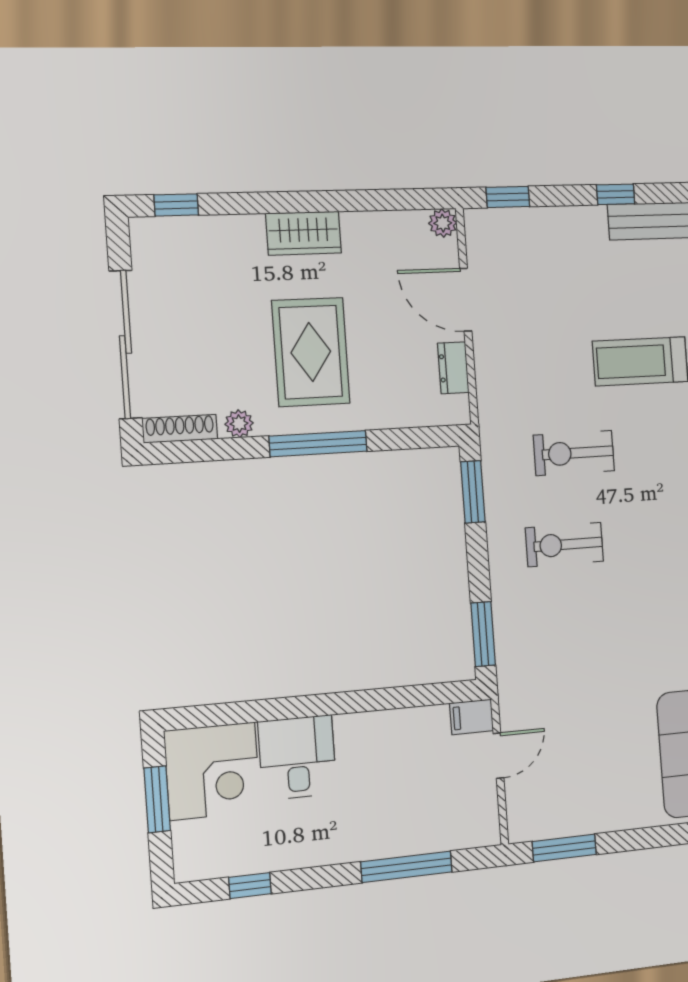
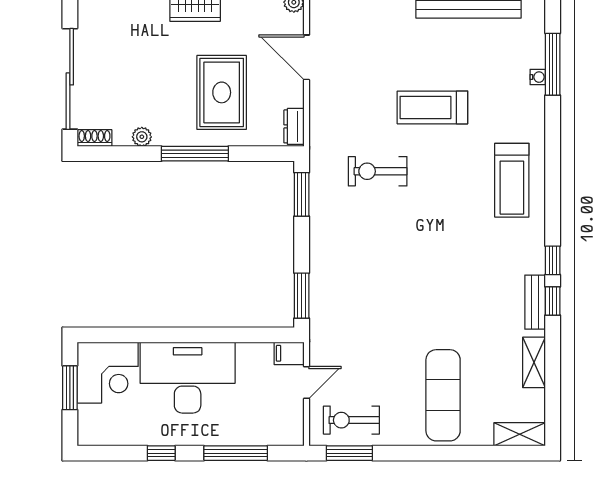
rug: (311, 352) -> (222, 92), moved
dresser: (453, 368) -> (294, 126), moved
shoe rack: (180, 429) -> (94, 138), width x0.70
exercise bike: (564, 545) -> (351, 420), moved
desk: (297, 758) -> (188, 378), width x1.87, depth x1.30
window: (250, 886) -> (161, 453), moved

